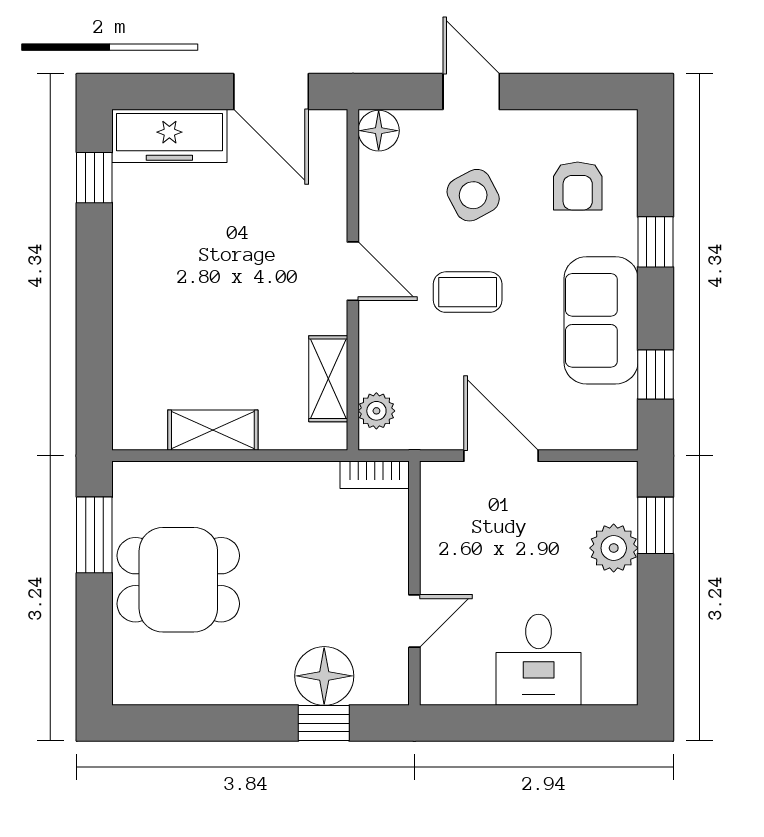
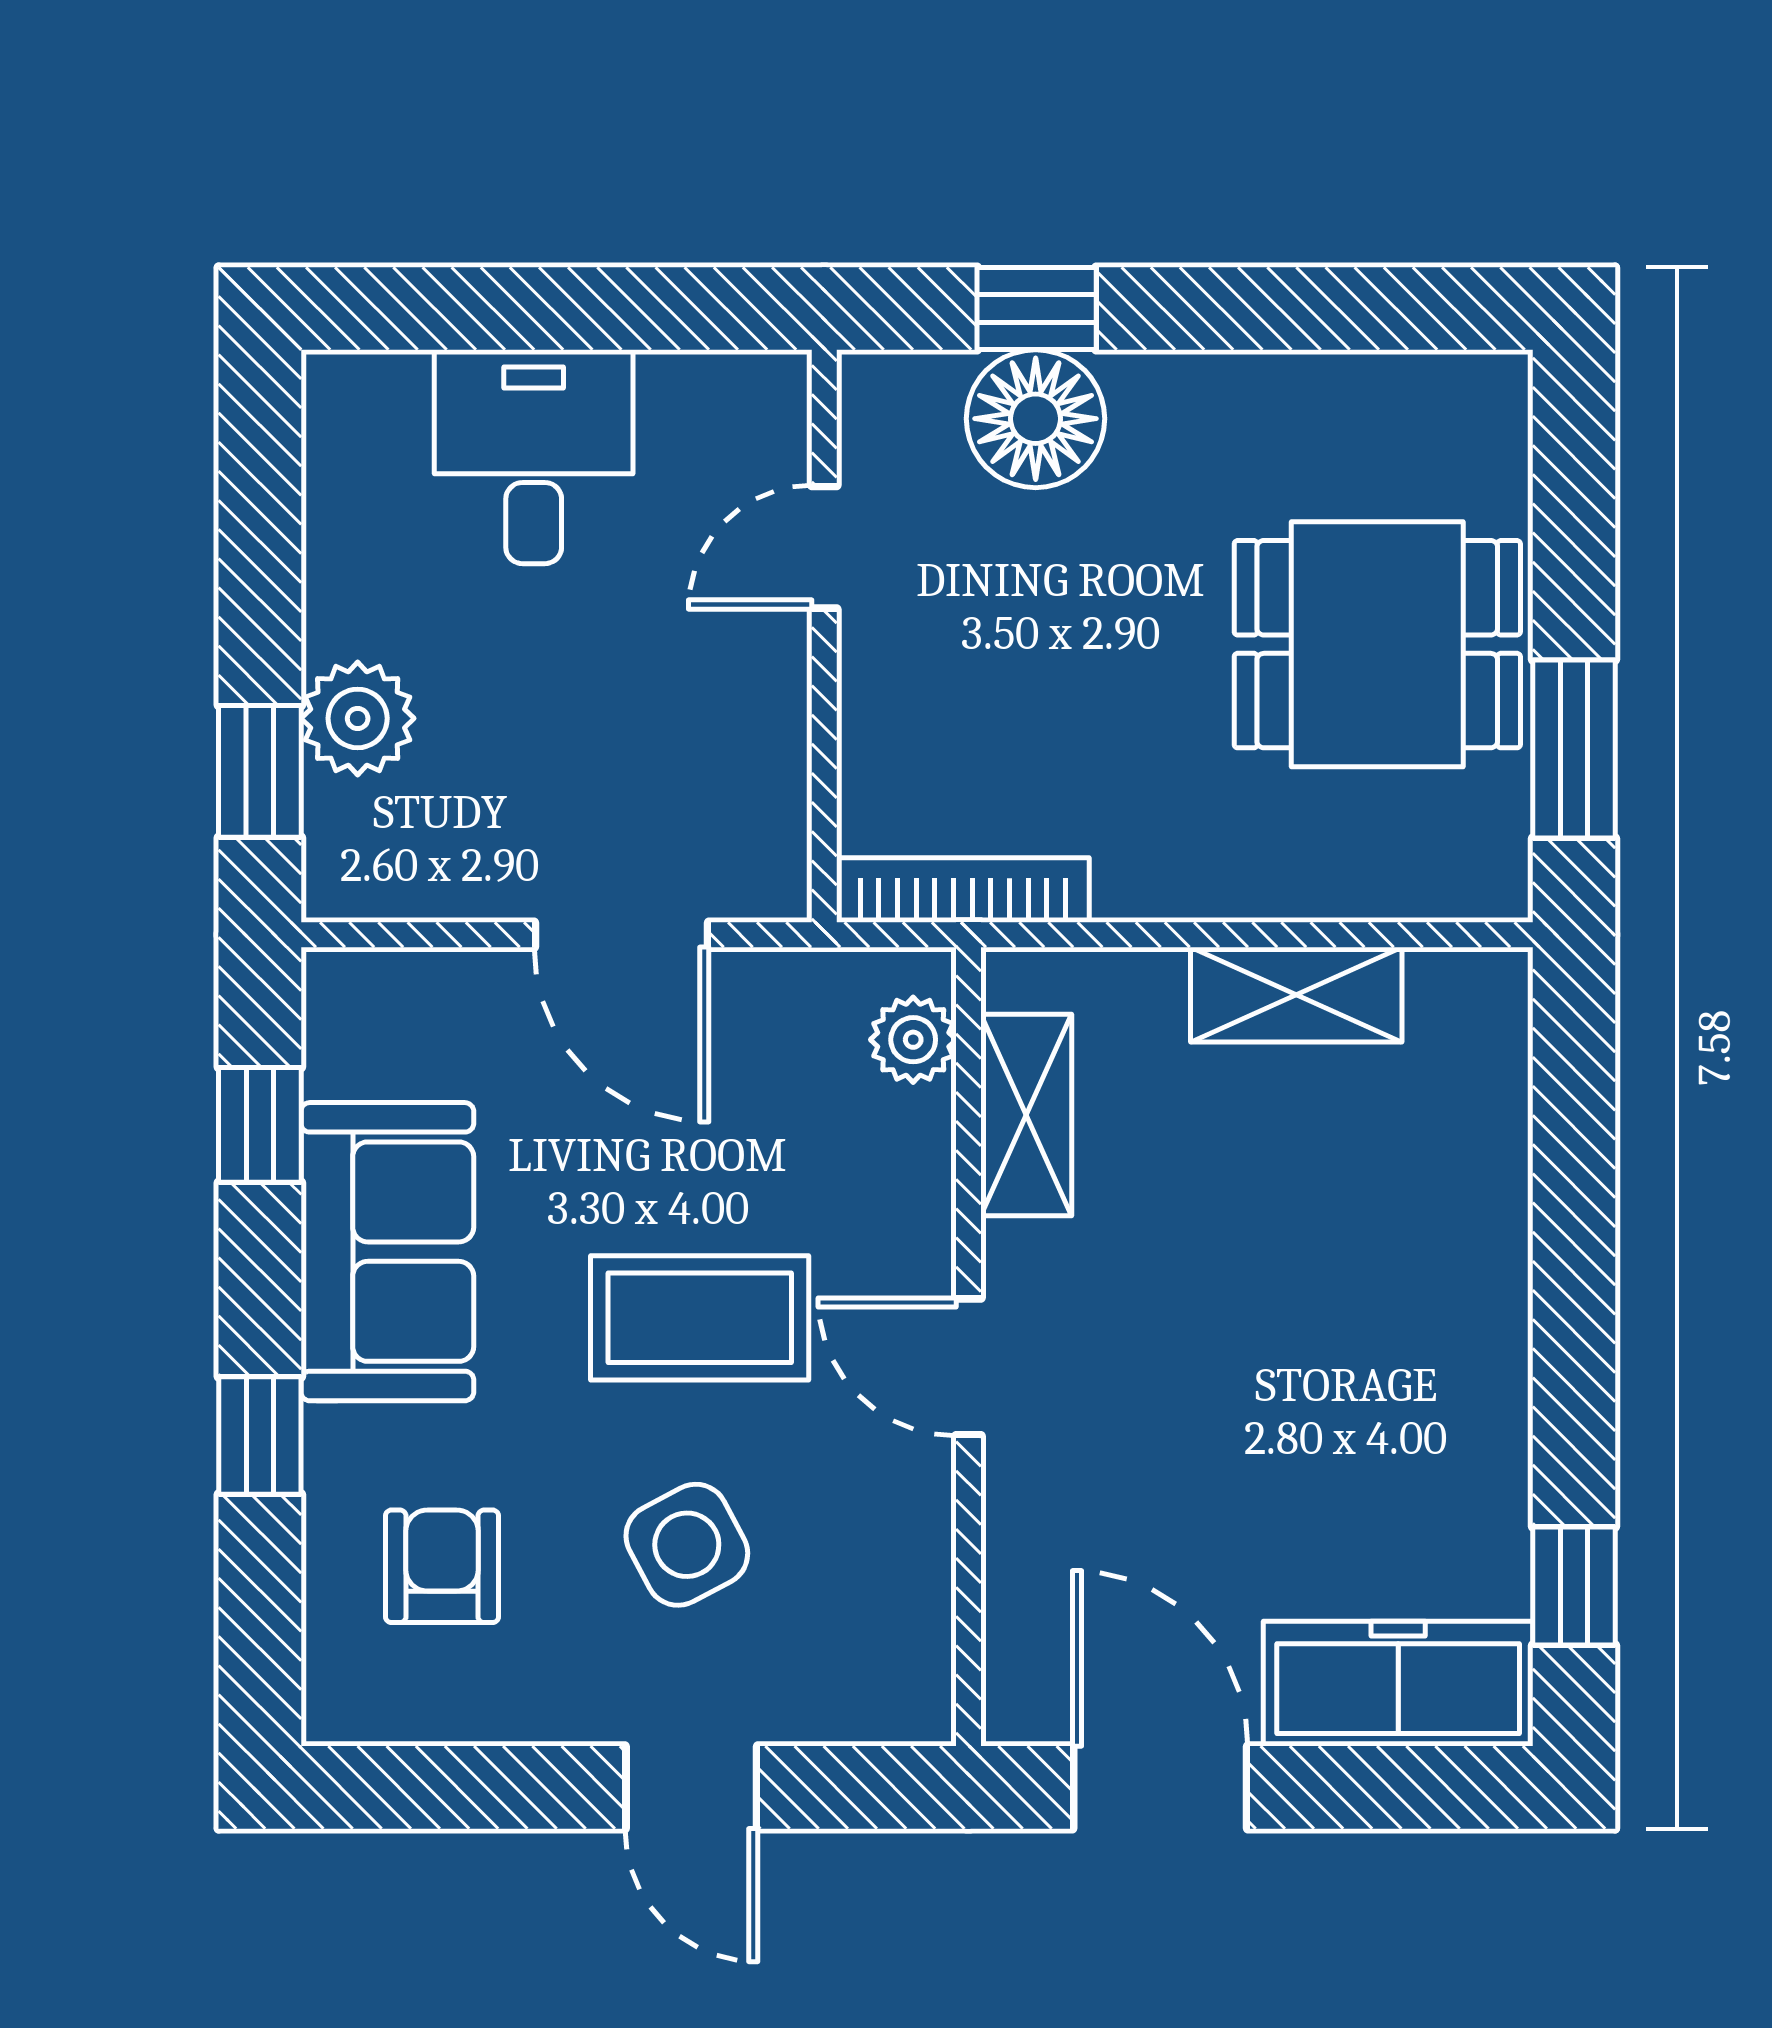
floor lamp: (379, 131) -> (908, 1696), removed
coffee table: (468, 292) -> (700, 1318), width x1.36, depth x1.30
bookcase: (375, 475) -> (963, 890), width x1.56

